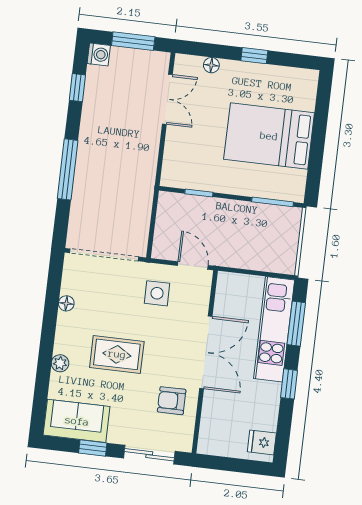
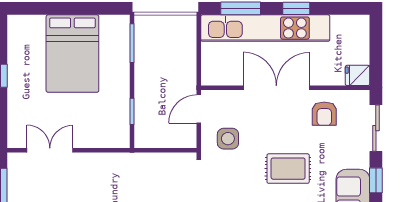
floor lamp: (211, 65) -> (14, 114), removed
kitchen unit: (274, 329) -> (265, 28), width x1.36
rug: (117, 354) -> (288, 169), turned 90
fridge: (262, 442) -> (357, 75), moved, turned 90

